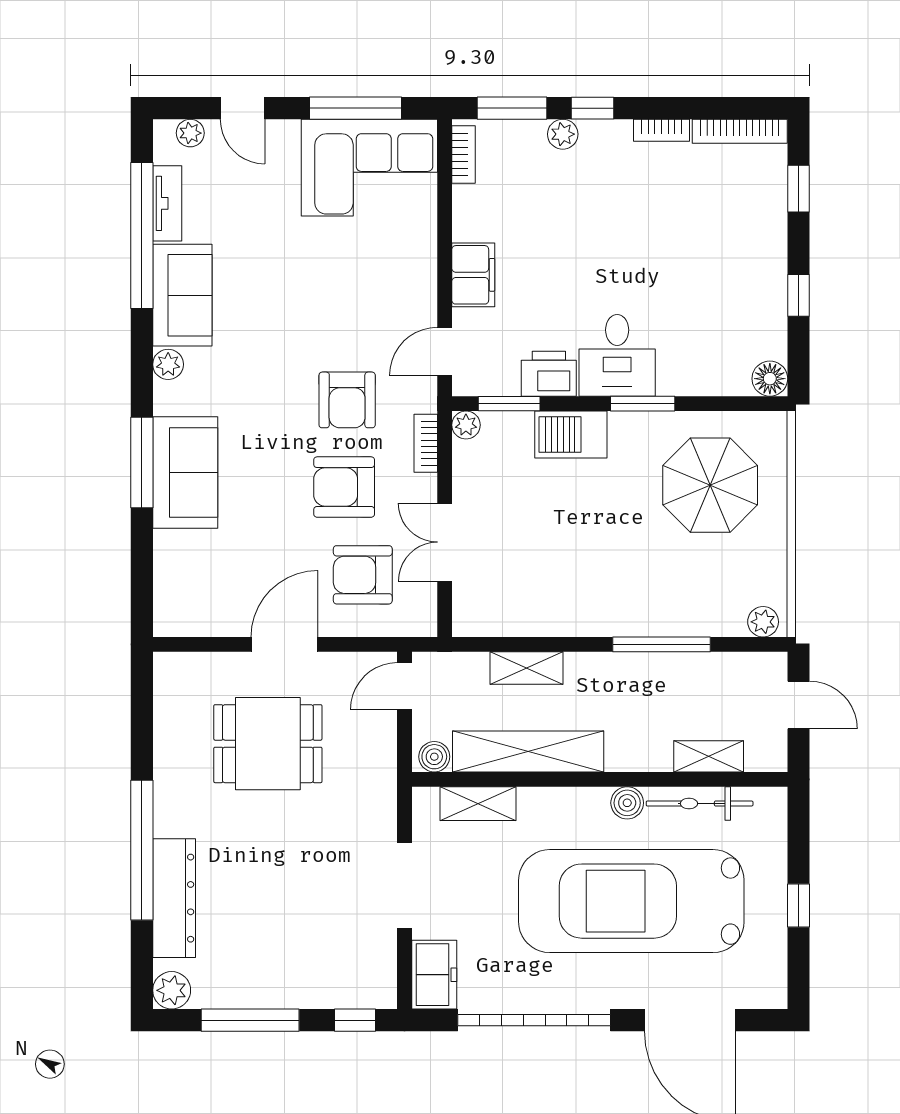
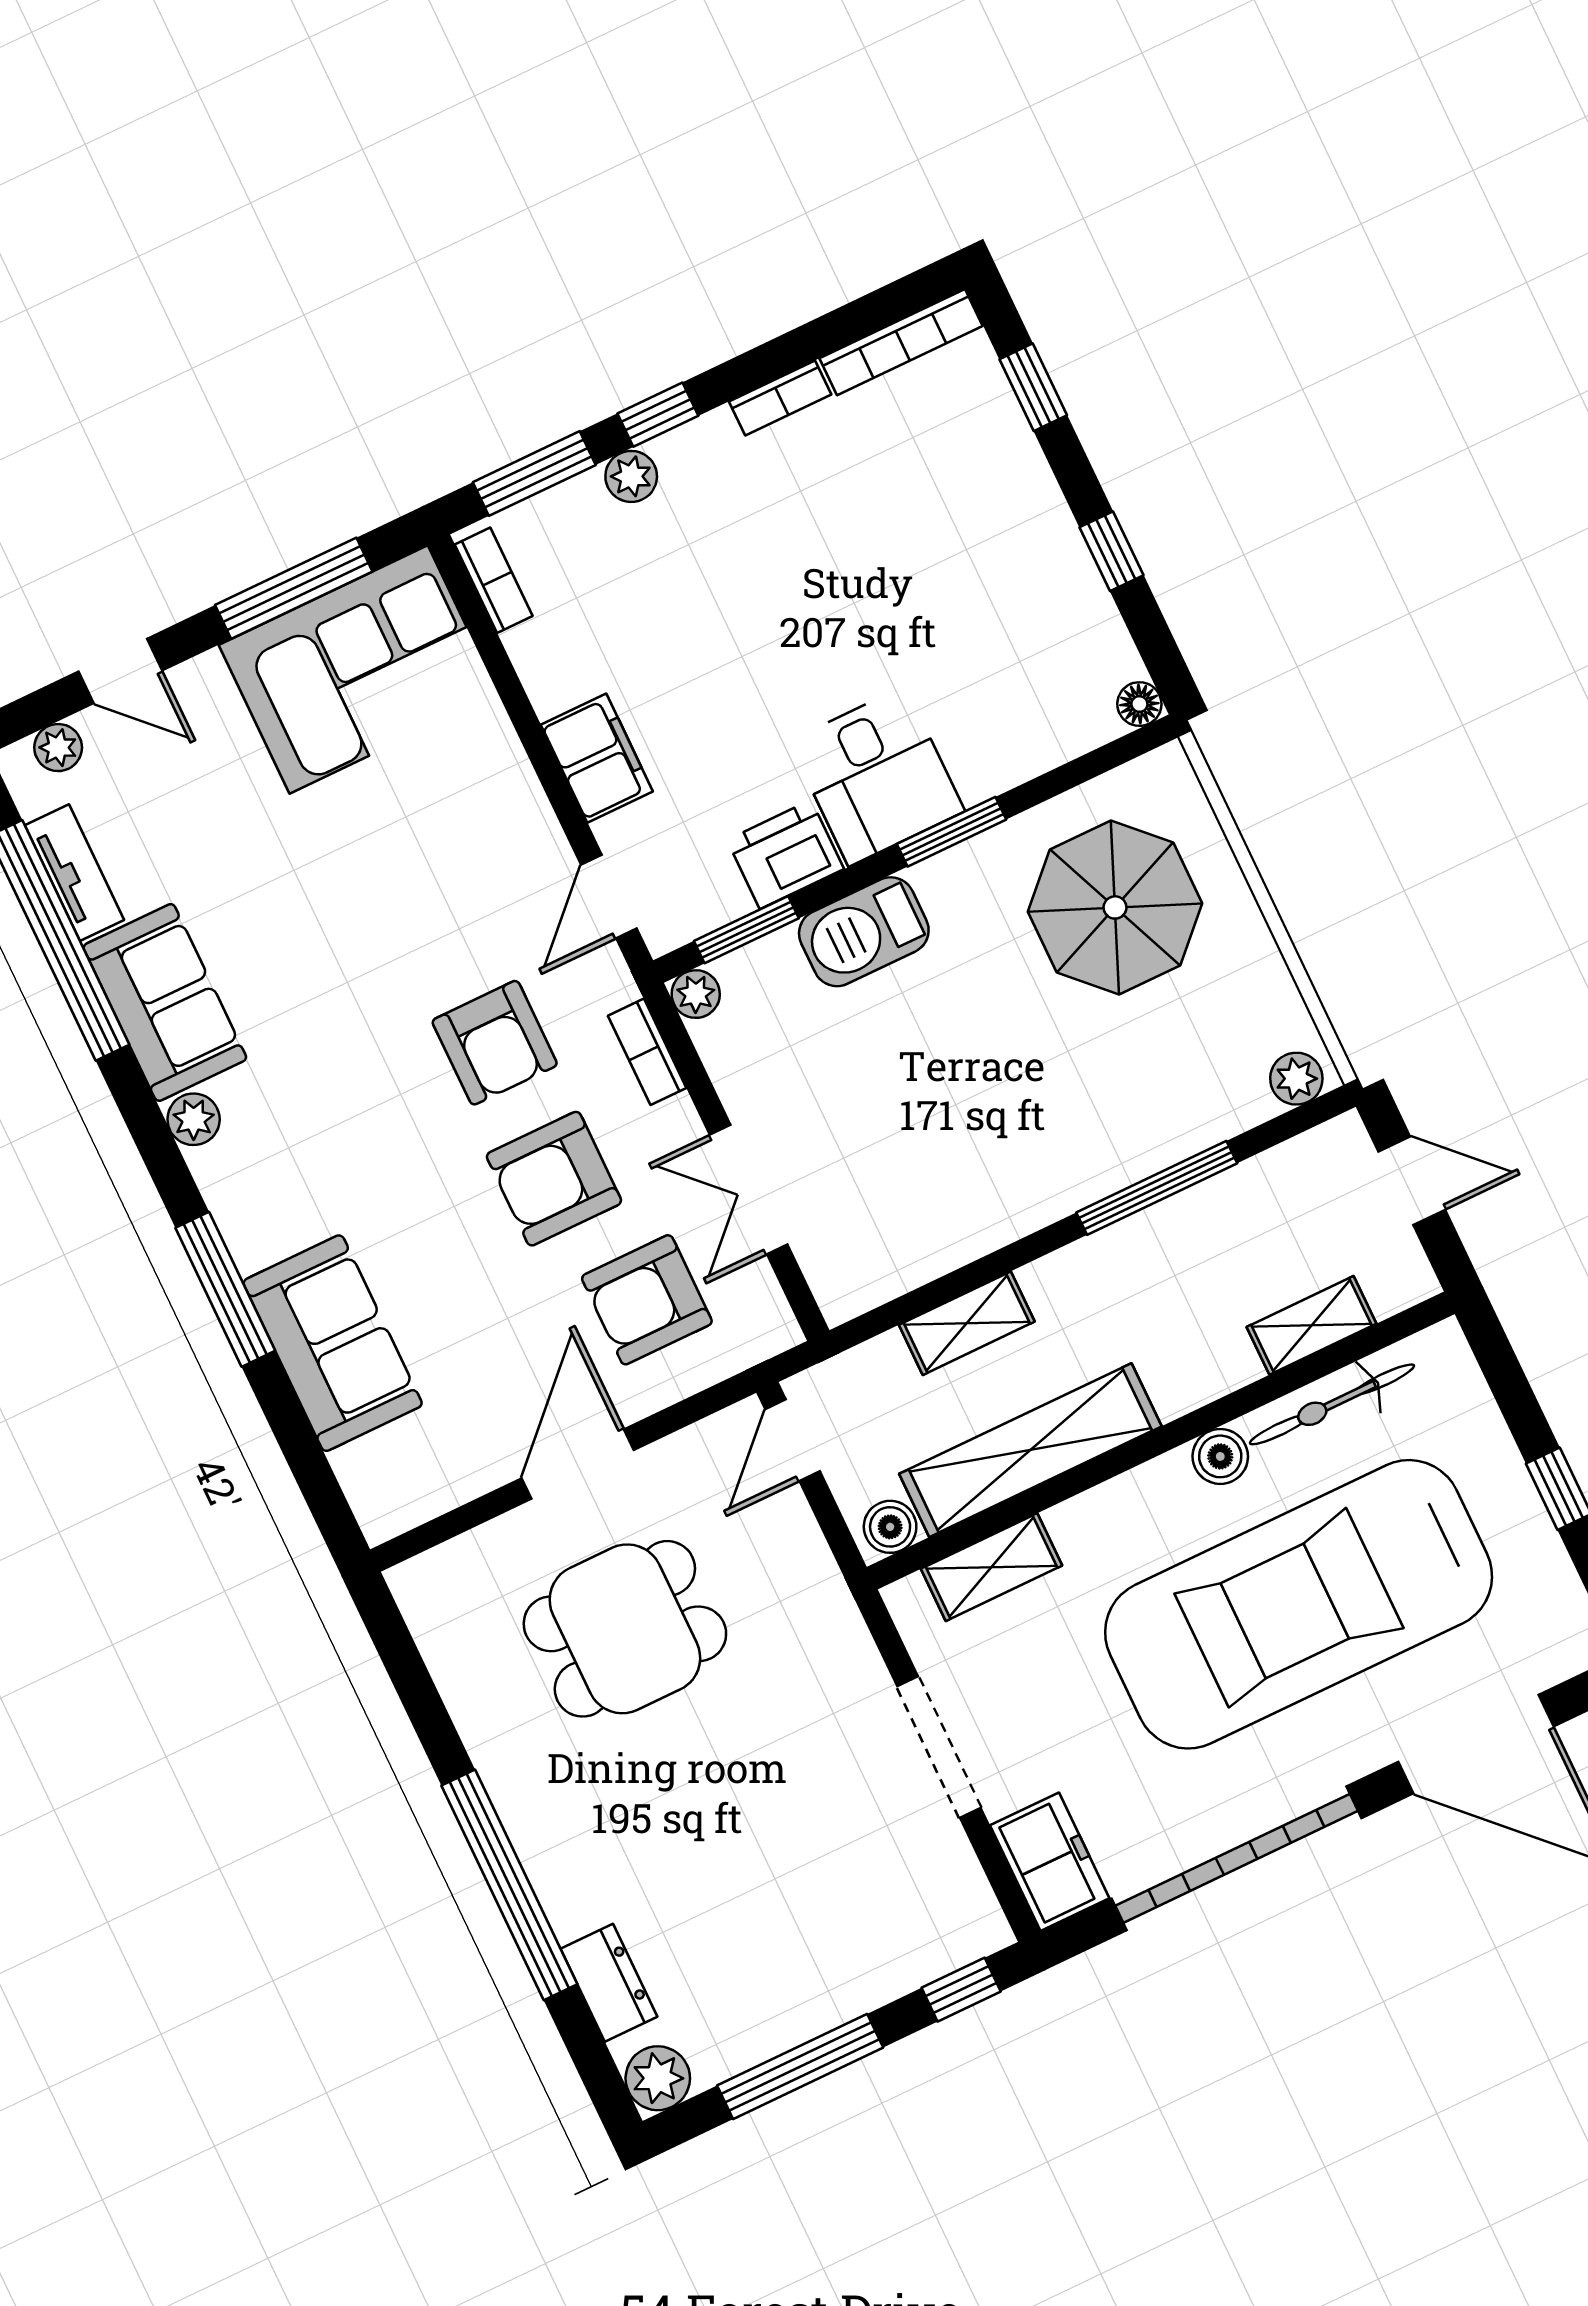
floor lamp: (770, 379) -> (1139, 704), width x0.73, depth x0.73
sofa: (185, 472) -> (333, 1343), moved
dresser: (174, 898) -> (609, 1983), width x0.51, depth x0.80

